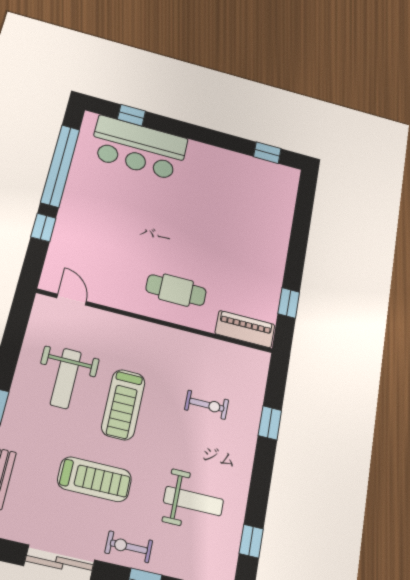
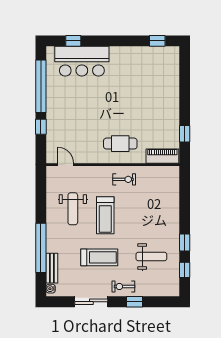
exercise bike: (207, 405) -> (124, 179), moved
window: (270, 423) -> (185, 243), moved

